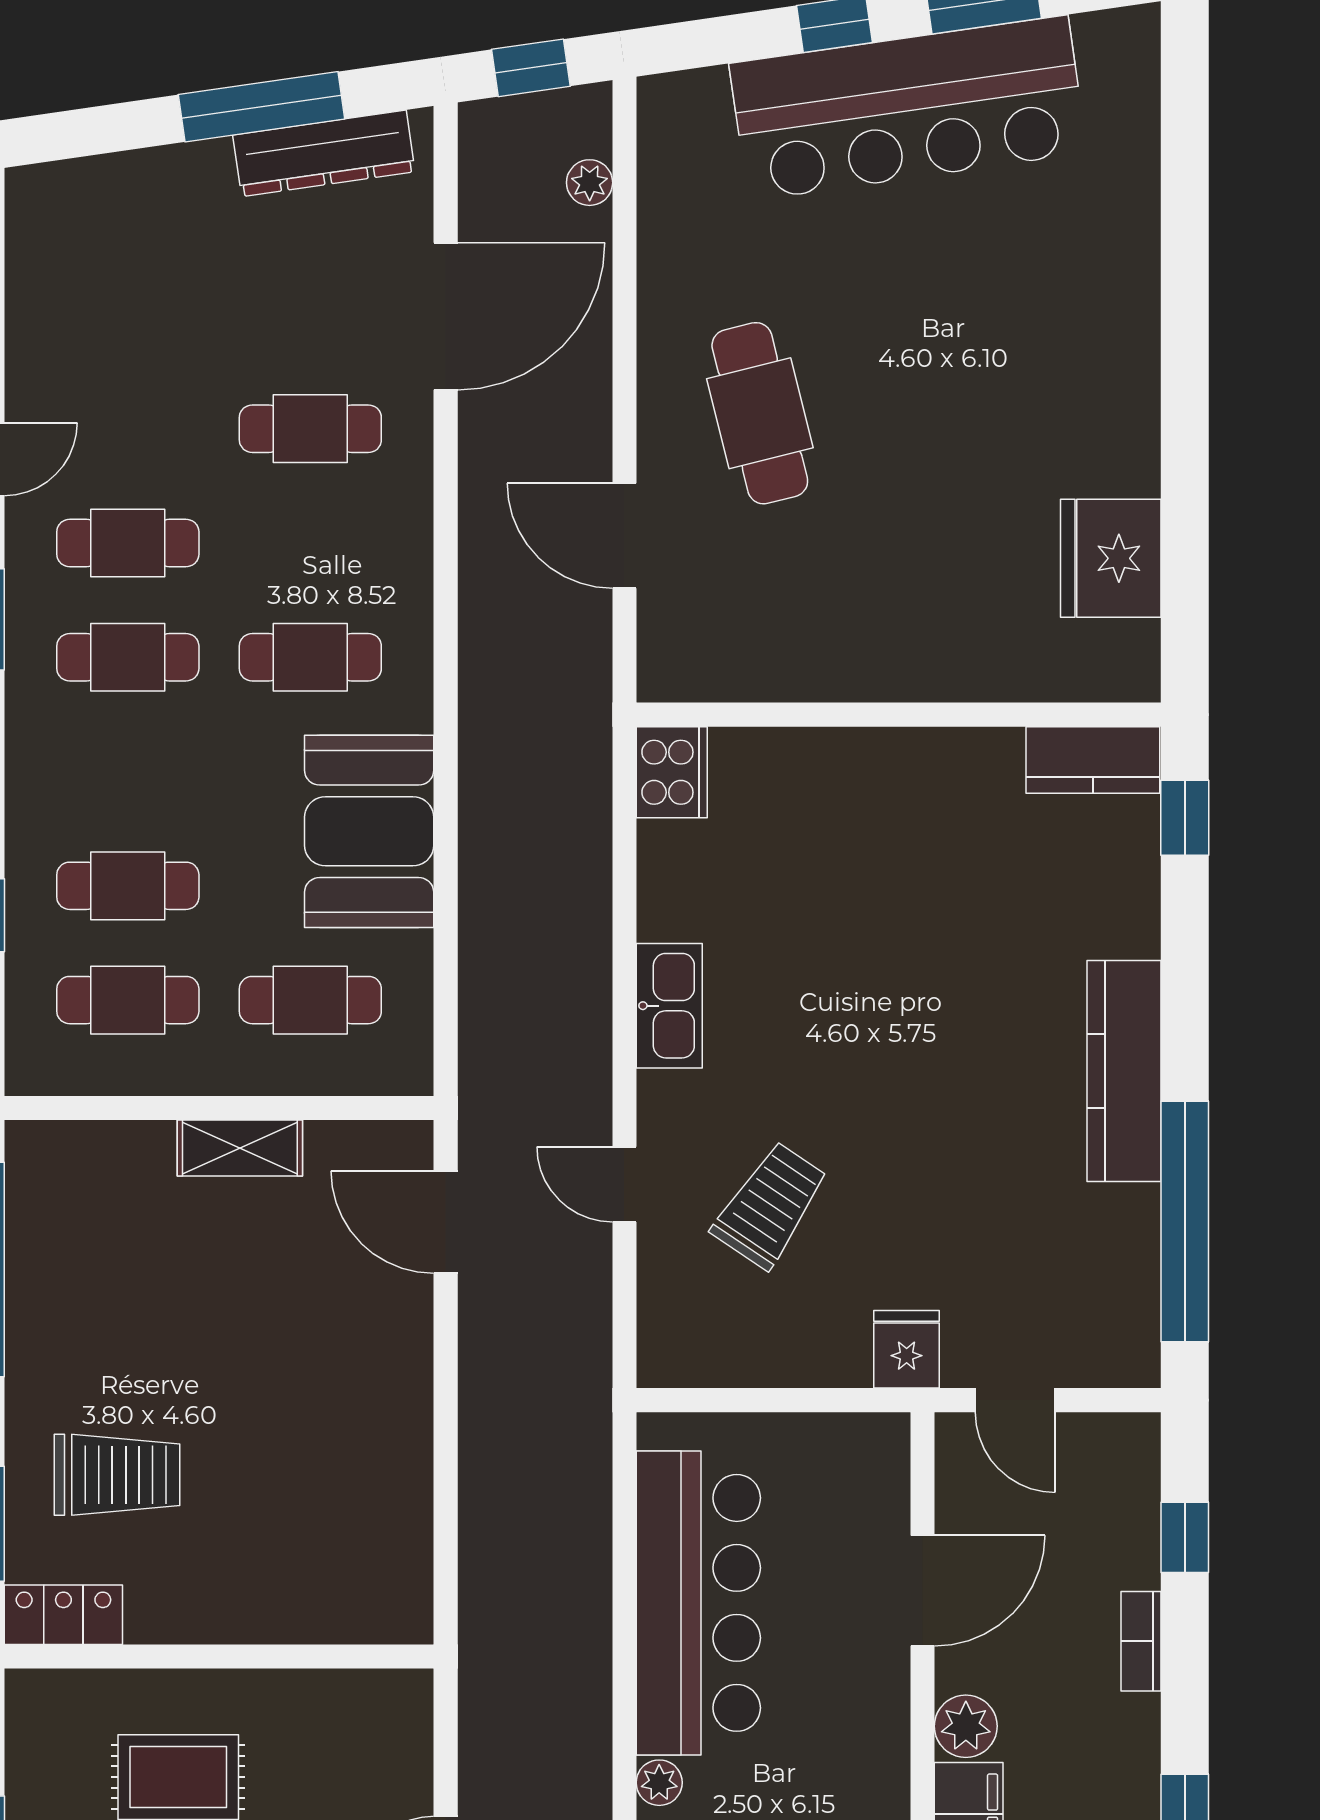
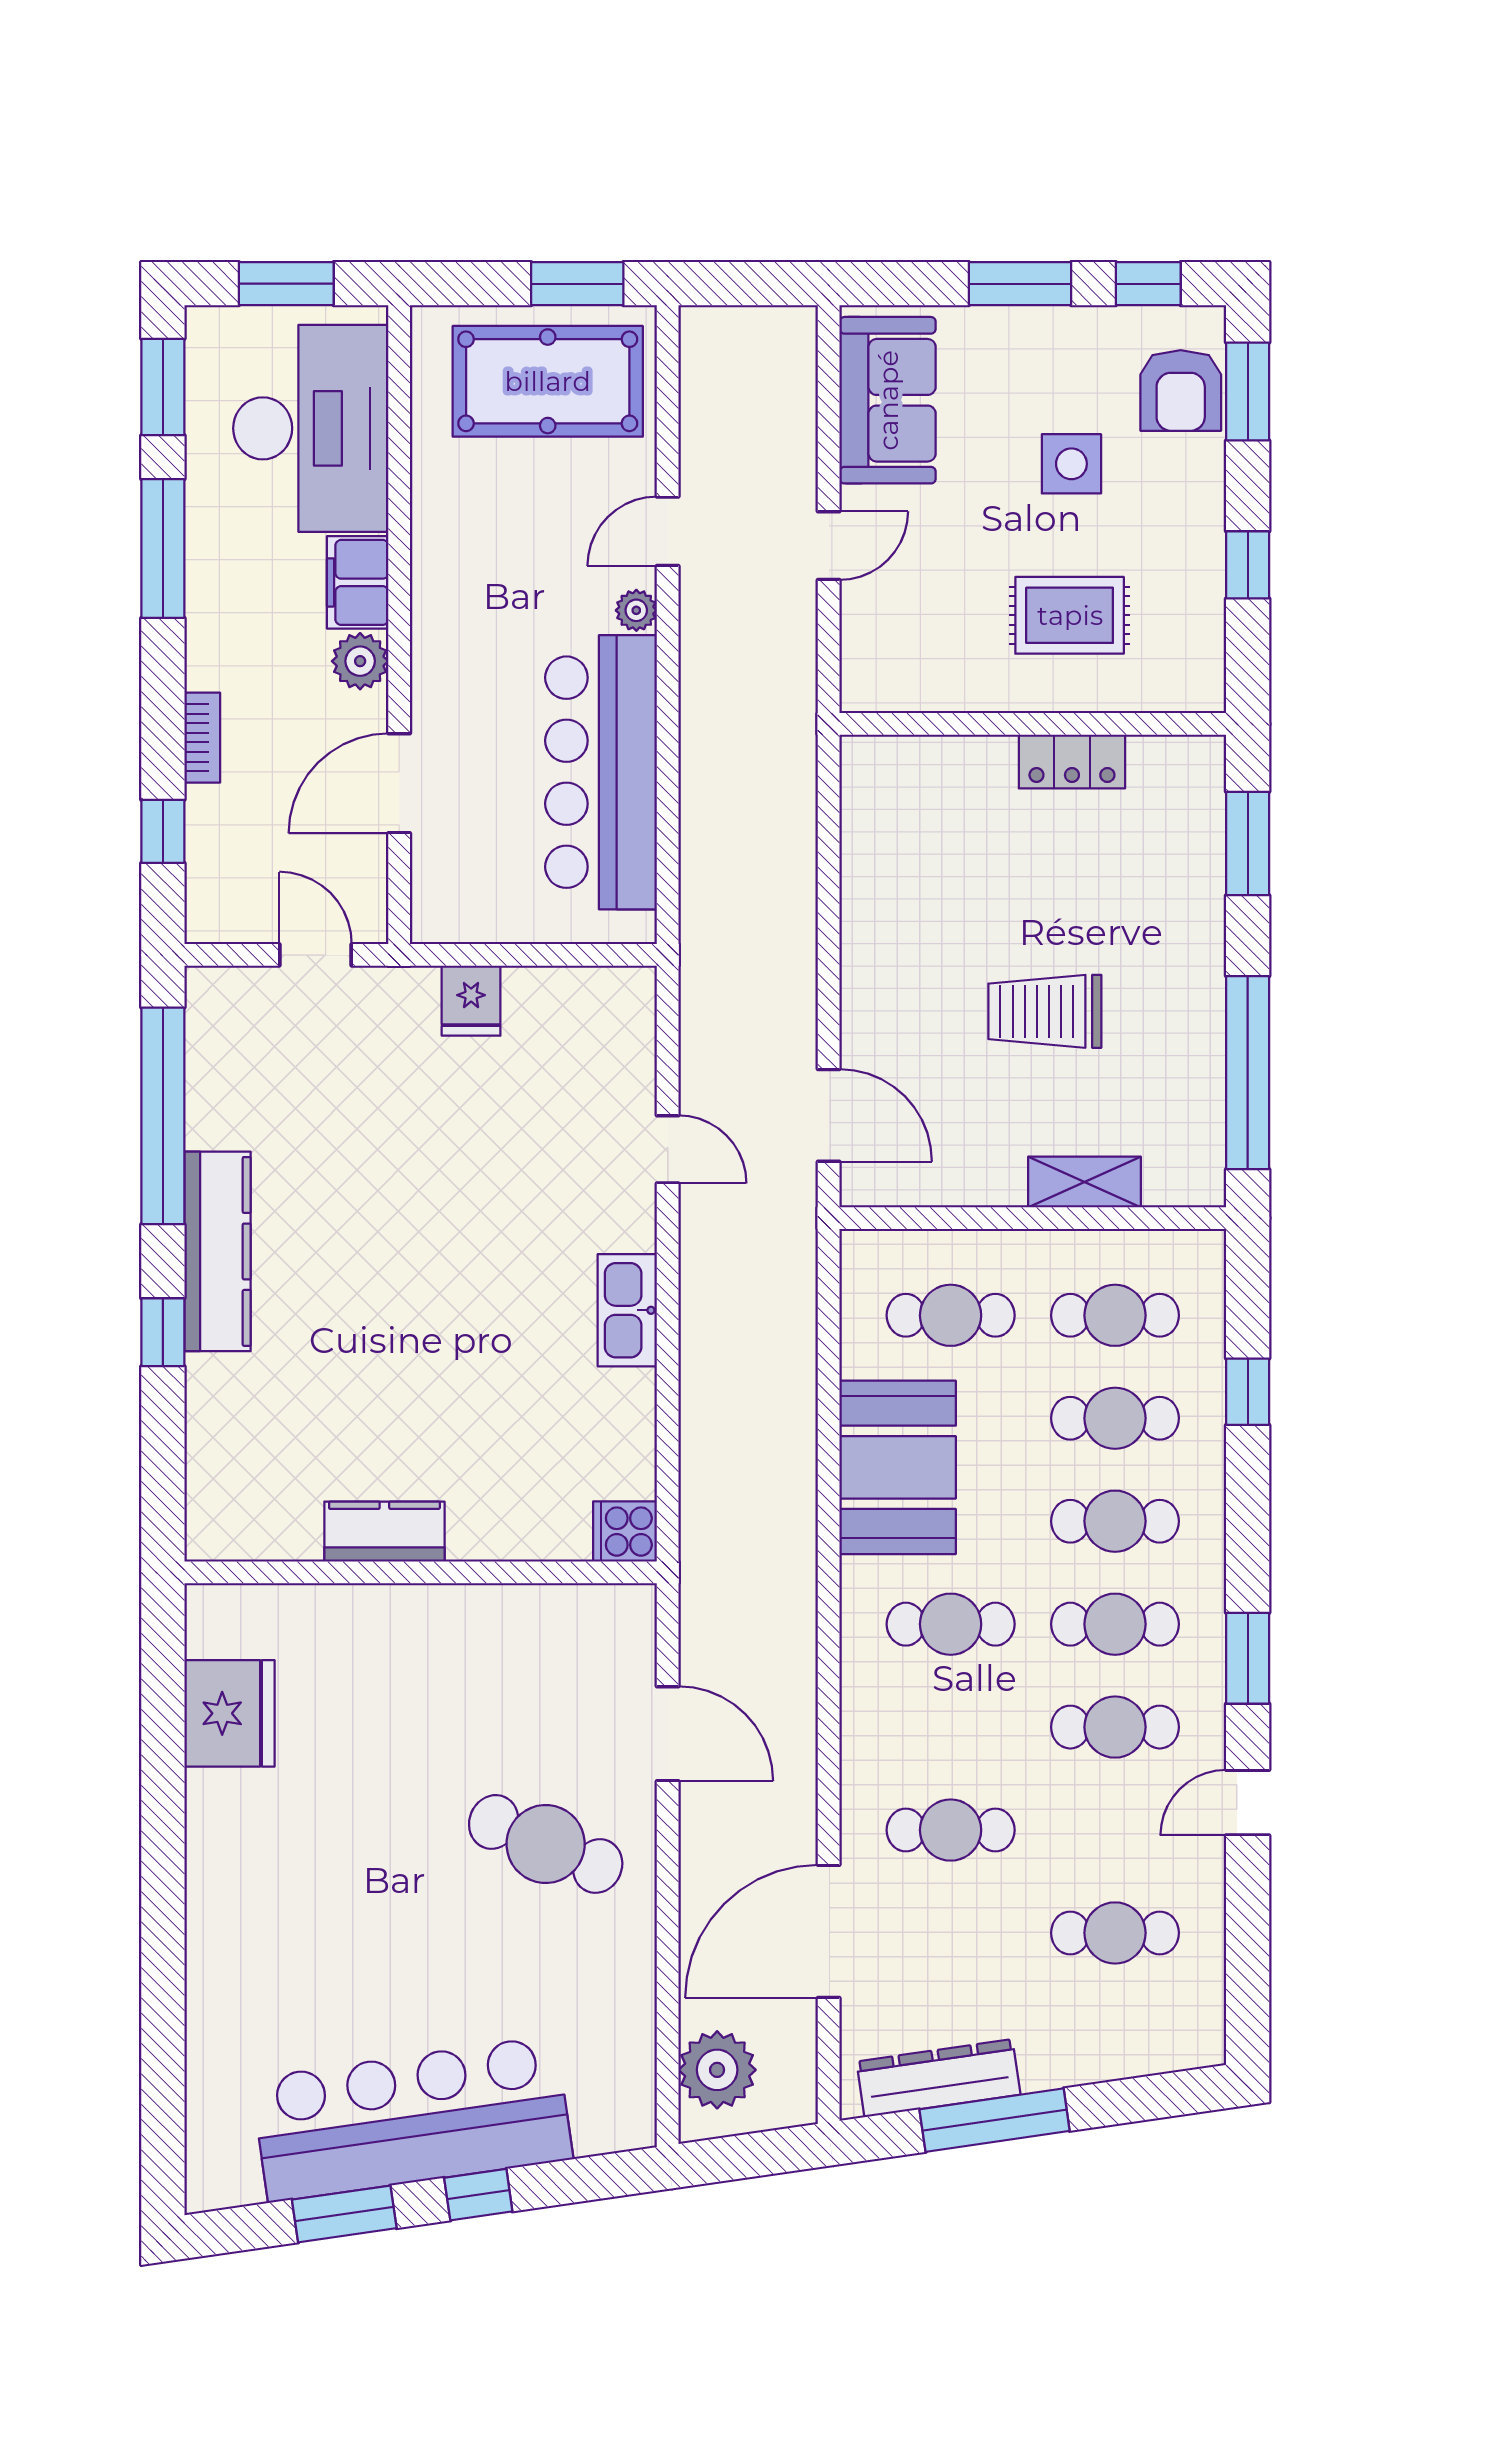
window: (531, 68) -> (752, 2155), removed
plant: (590, 183) -> (717, 2070), width x1.87, depth x1.87
cafe table: (128, 314) -> (1115, 1933), added
cafe table: (760, 413) -> (546, 1844), turned -53
kitchen counter: (1093, 760) -> (384, 1532), moved
cafe table: (128, 772) -> (1115, 1521), added
cooker: (672, 772) -> (625, 1532), width x0.73
window: (1185, 818) -> (163, 1332), moved
shelving: (240, 1148) -> (1085, 1182), moved
trolley: (770, 1205) -> (536, 1130), removed
fridge: (907, 1349) -> (471, 1001), moved
trolley: (117, 1475) -> (1045, 1011), moved
locker: (63, 1615) -> (1072, 762), moved

